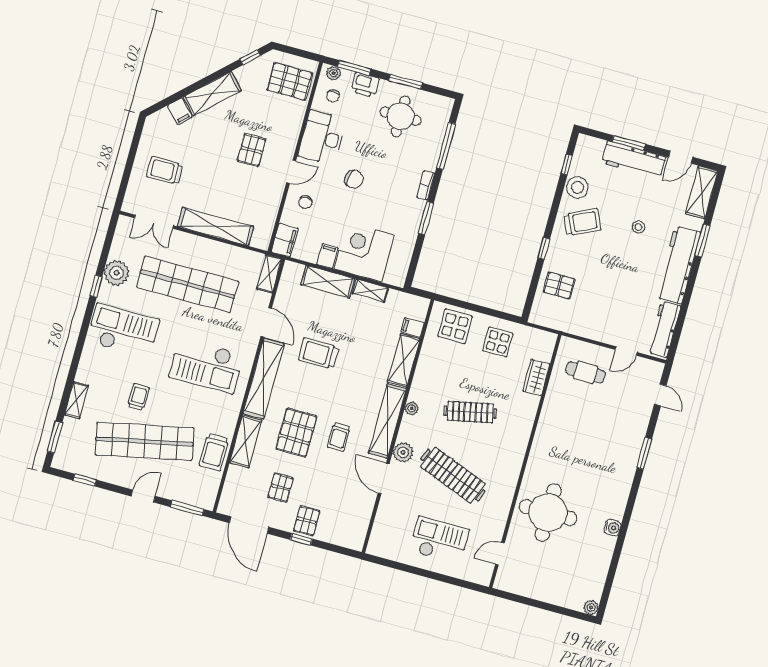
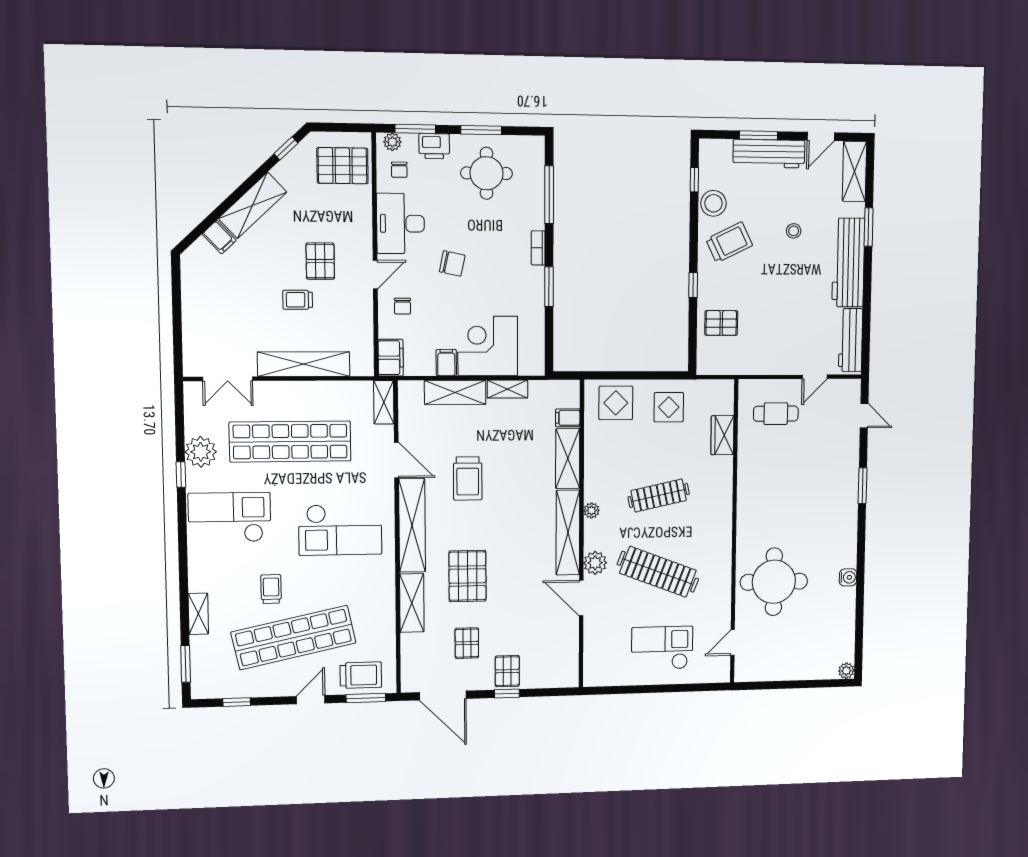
trolley: (165, 170) -> (298, 300), moved, width x0.73, depth x0.72
trolley: (319, 353) -> (468, 479), turned -90
trolley: (339, 437) -> (517, 567), removed
trolley: (214, 452) -> (361, 675), moved, turned -90

